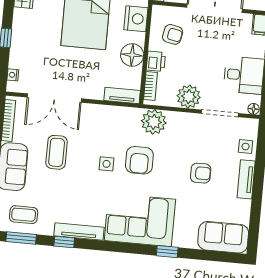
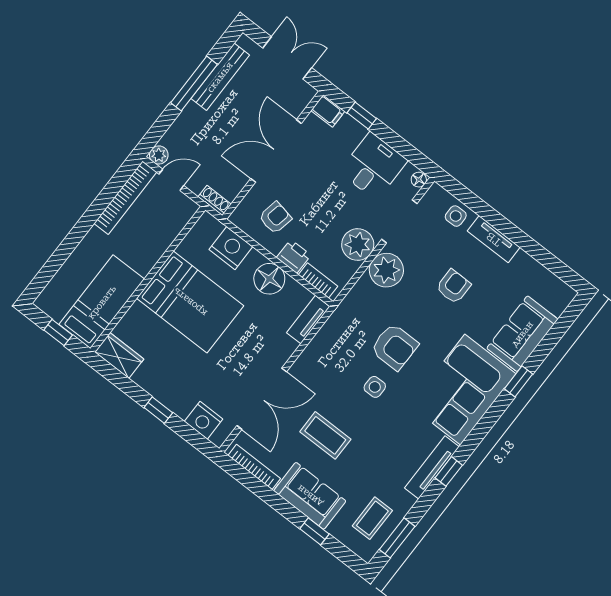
nightstand: (13, 75) -> (204, 420), width x1.89, depth x1.79
plant: (154, 122) -> (386, 270), moved
sofa: (223, 237) -> (522, 334), moved
window: (64, 242) -> (449, 471), moved

